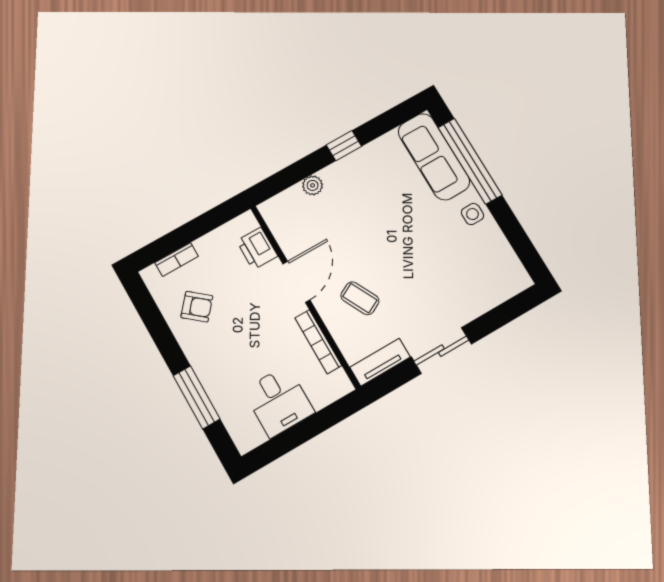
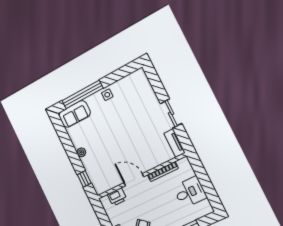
window: (344, 146) -> (84, 179), moved
sofa: (434, 157) -> (75, 114), width x0.73
plant: (313, 185) -> (81, 152), moved
coffee table: (360, 298) -> (144, 151), removed

